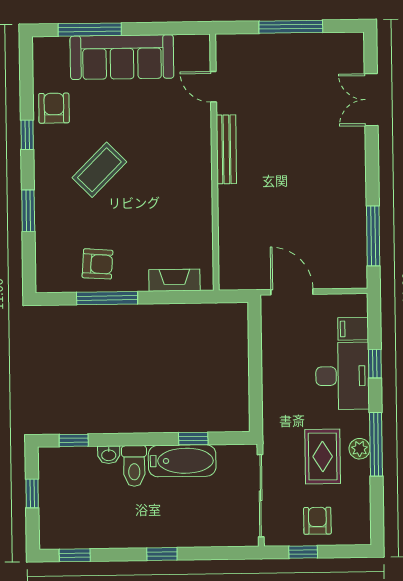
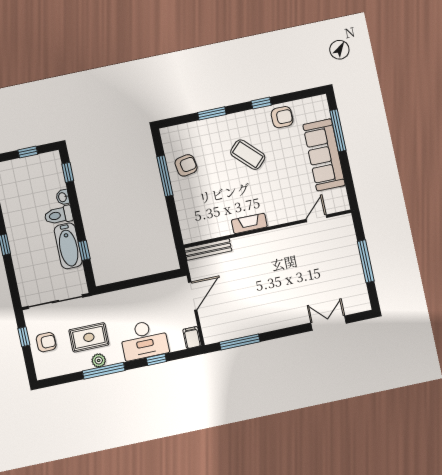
bench: (226, 149) -> (208, 249), moved
armchair: (97, 264) -> (186, 165), turned -104
fireplace: (174, 280) -> (249, 223), moved, turned -90
filing cabinet: (353, 329) -> (192, 338), moved

